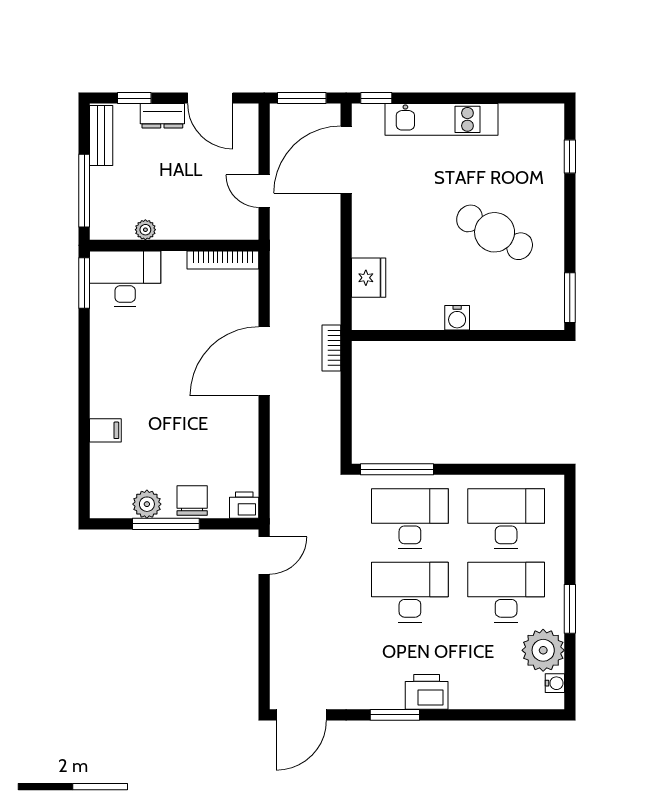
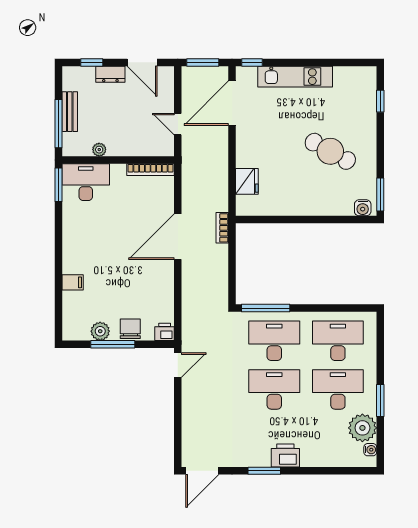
bench: (101, 136) -> (70, 112), moved
water cooler: (457, 318) -> (363, 208), moved

